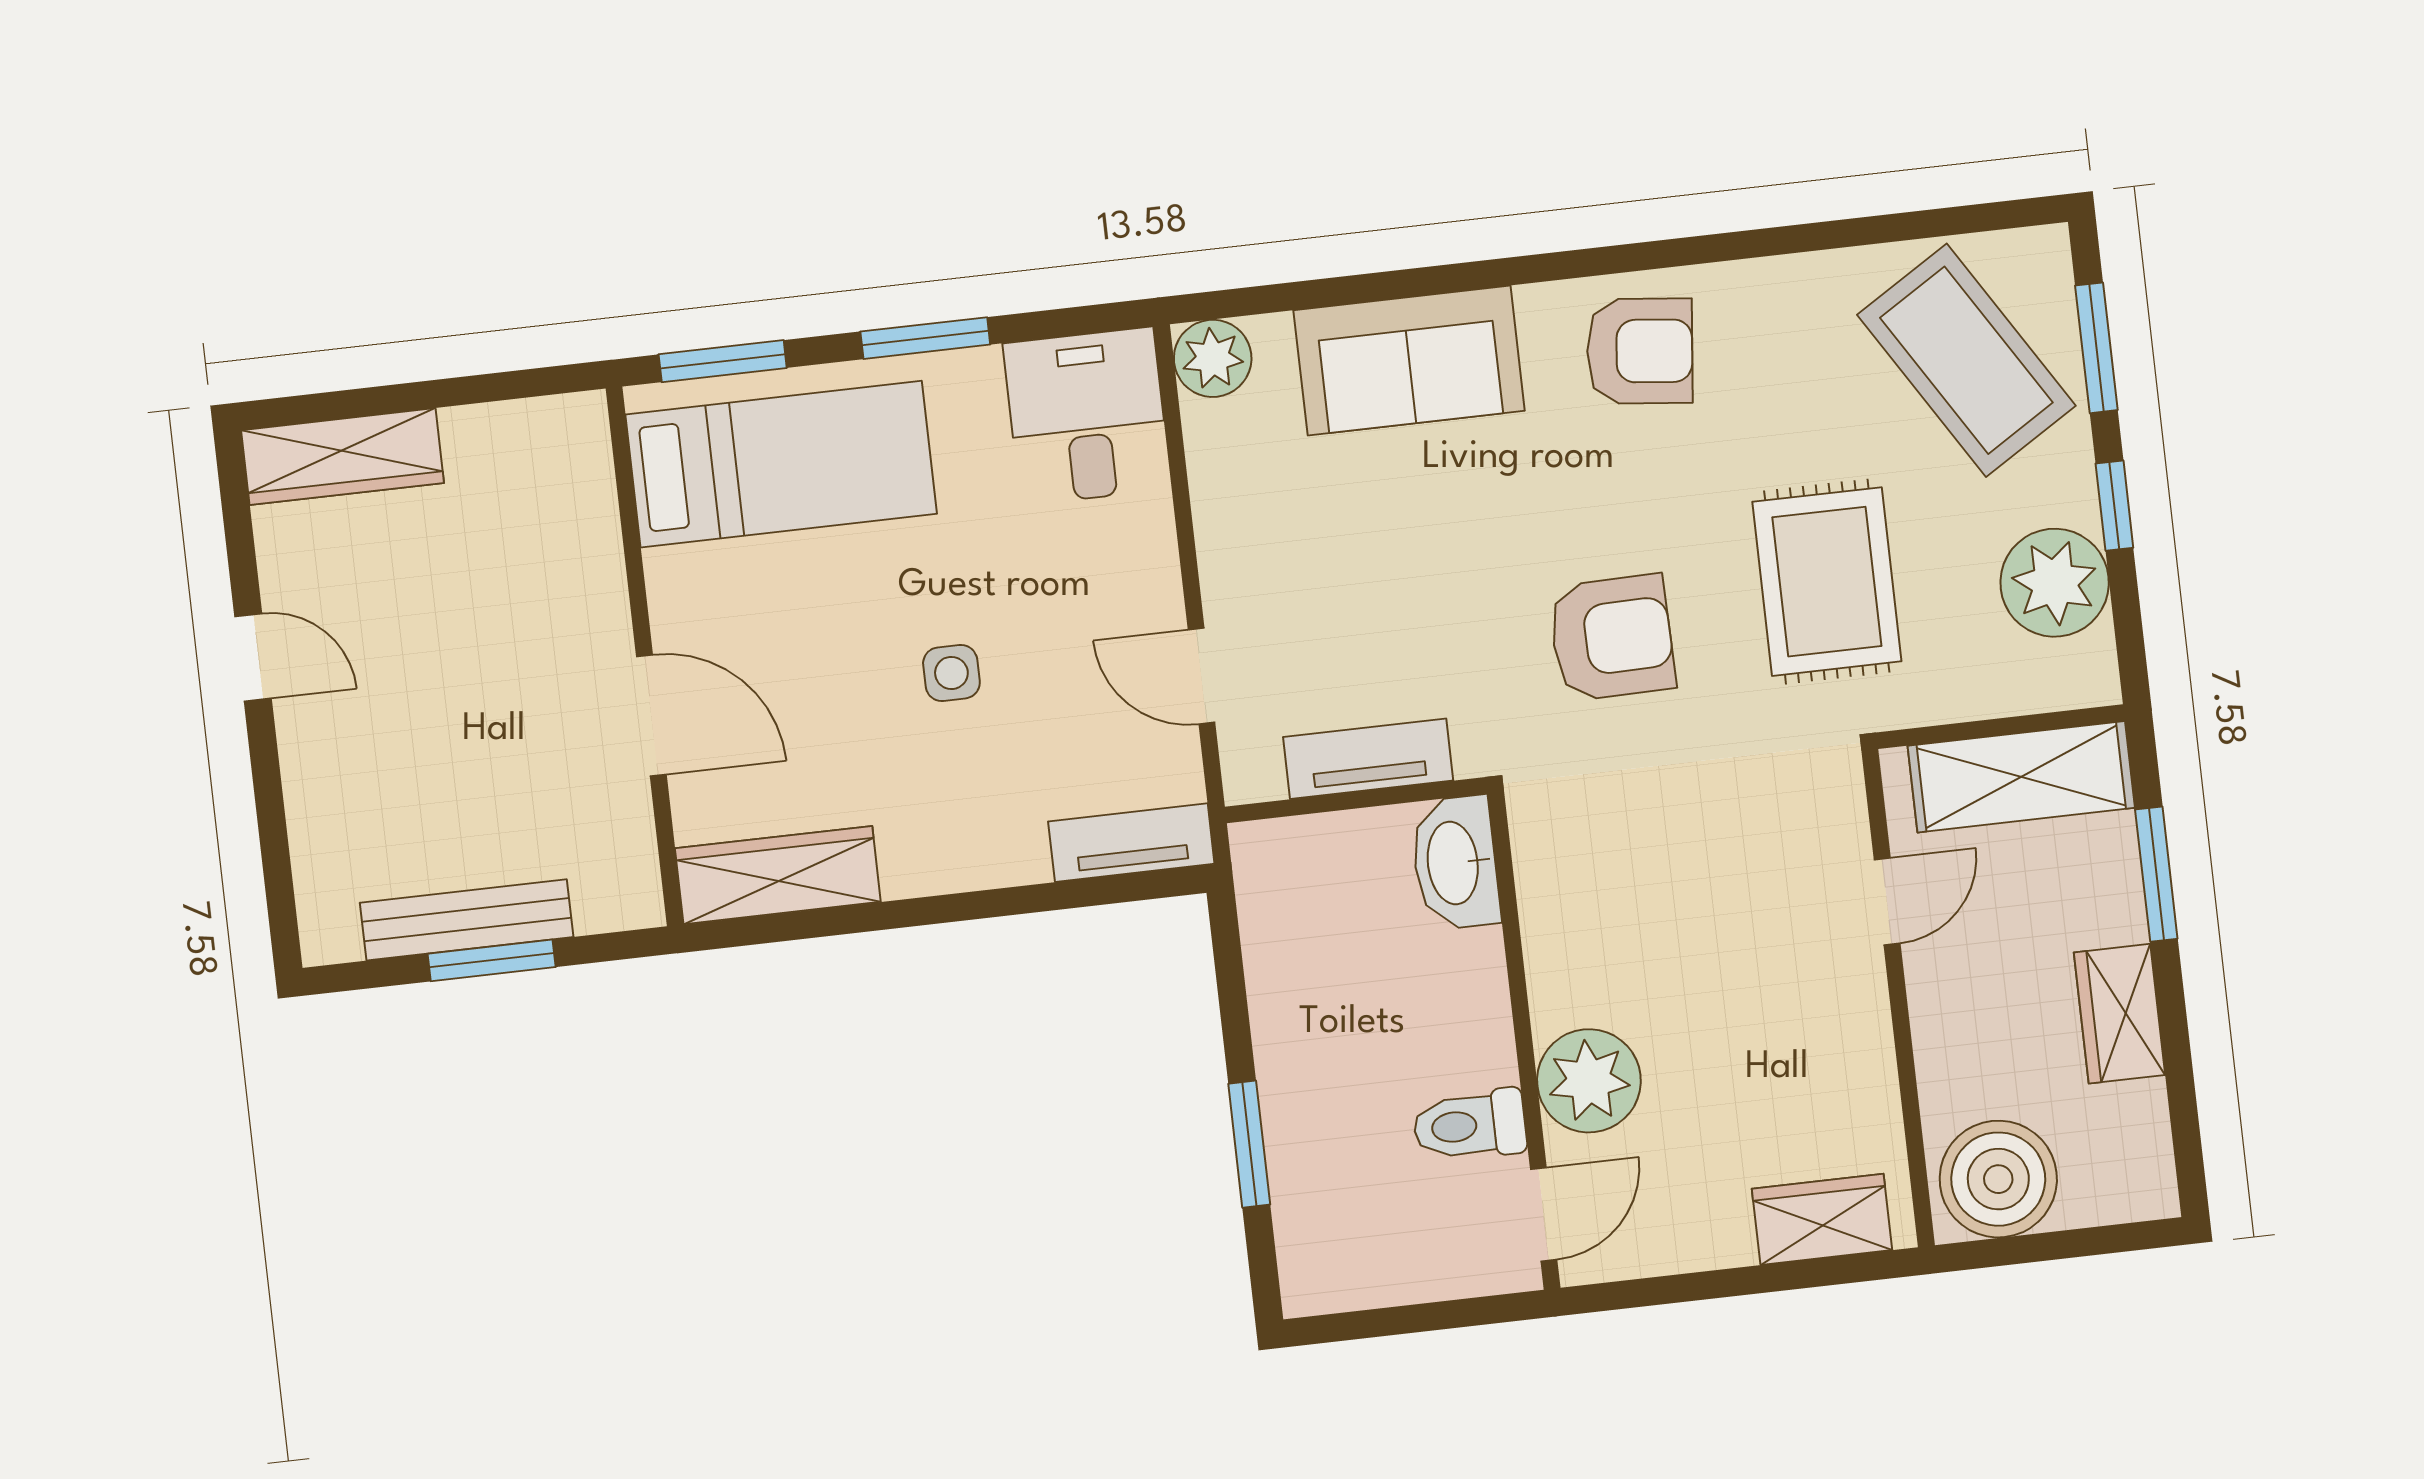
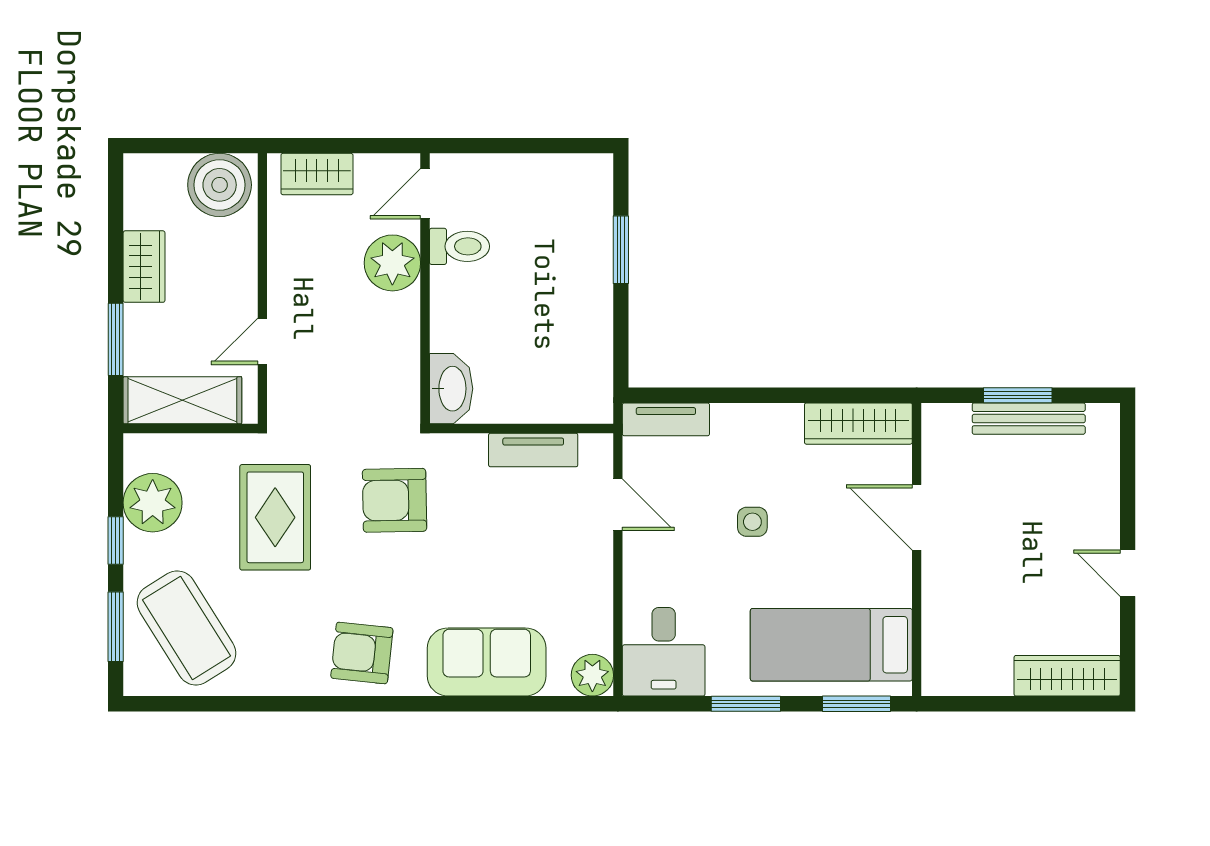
washbasin: (1455, 863) -> (451, 389), moved
wall: (1524, 1041) -> (425, 289), moved
plant: (1589, 1081) -> (392, 263), moved
toilet: (1470, 1125) -> (459, 246), moved
door: (1544, 1214) -> (425, 194), moved

